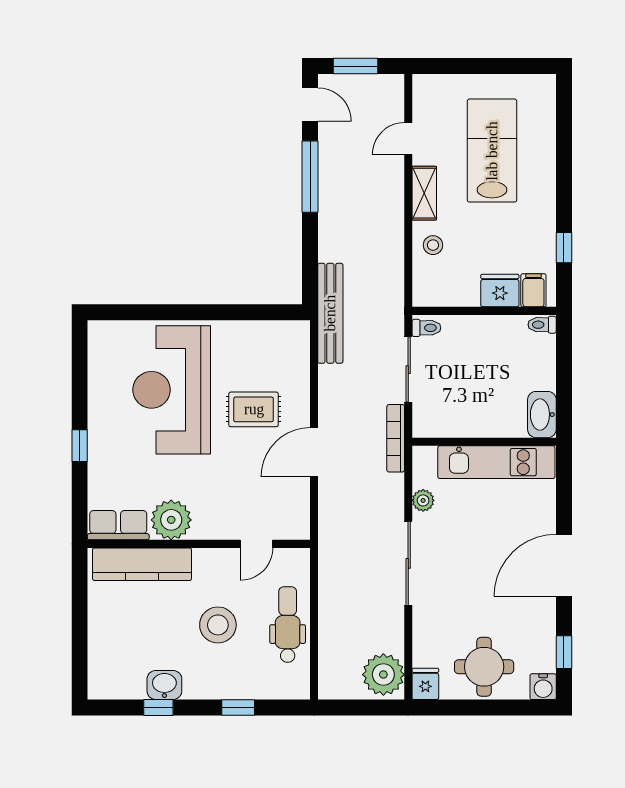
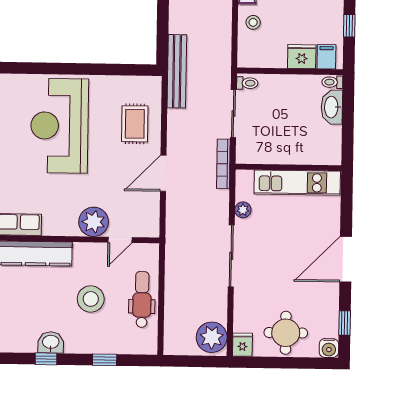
rug: (254, 409) -> (135, 124), moved, turned 90
washbasin: (542, 415) -> (332, 107), moved
plant: (171, 520) -> (94, 222), moved

